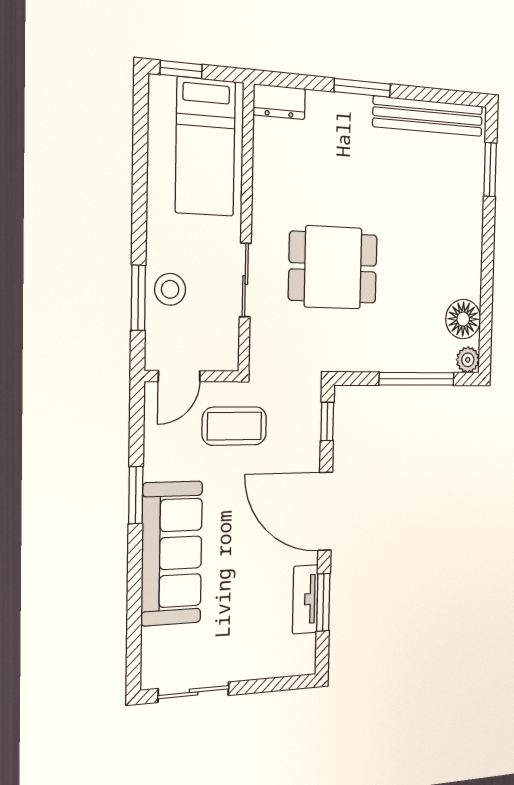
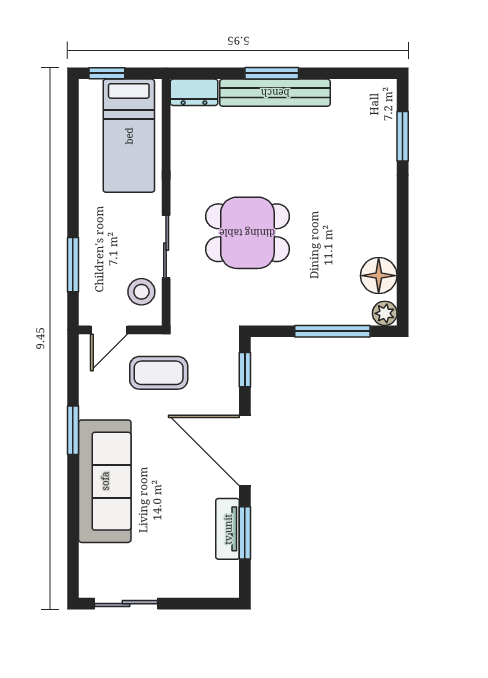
bench: (428, 116) -> (275, 93), moved
stool: (170, 289) -> (141, 292), moved

